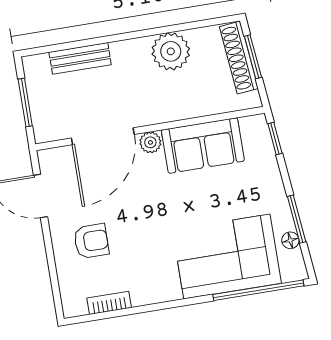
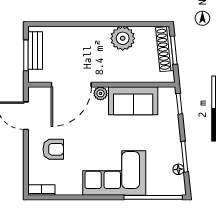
bench: (80, 58) -> (35, 50), moved, turned 90
corner sofa: (227, 257) -> (114, 173), moved
bookcase: (109, 303) -> (41, 190), moved

